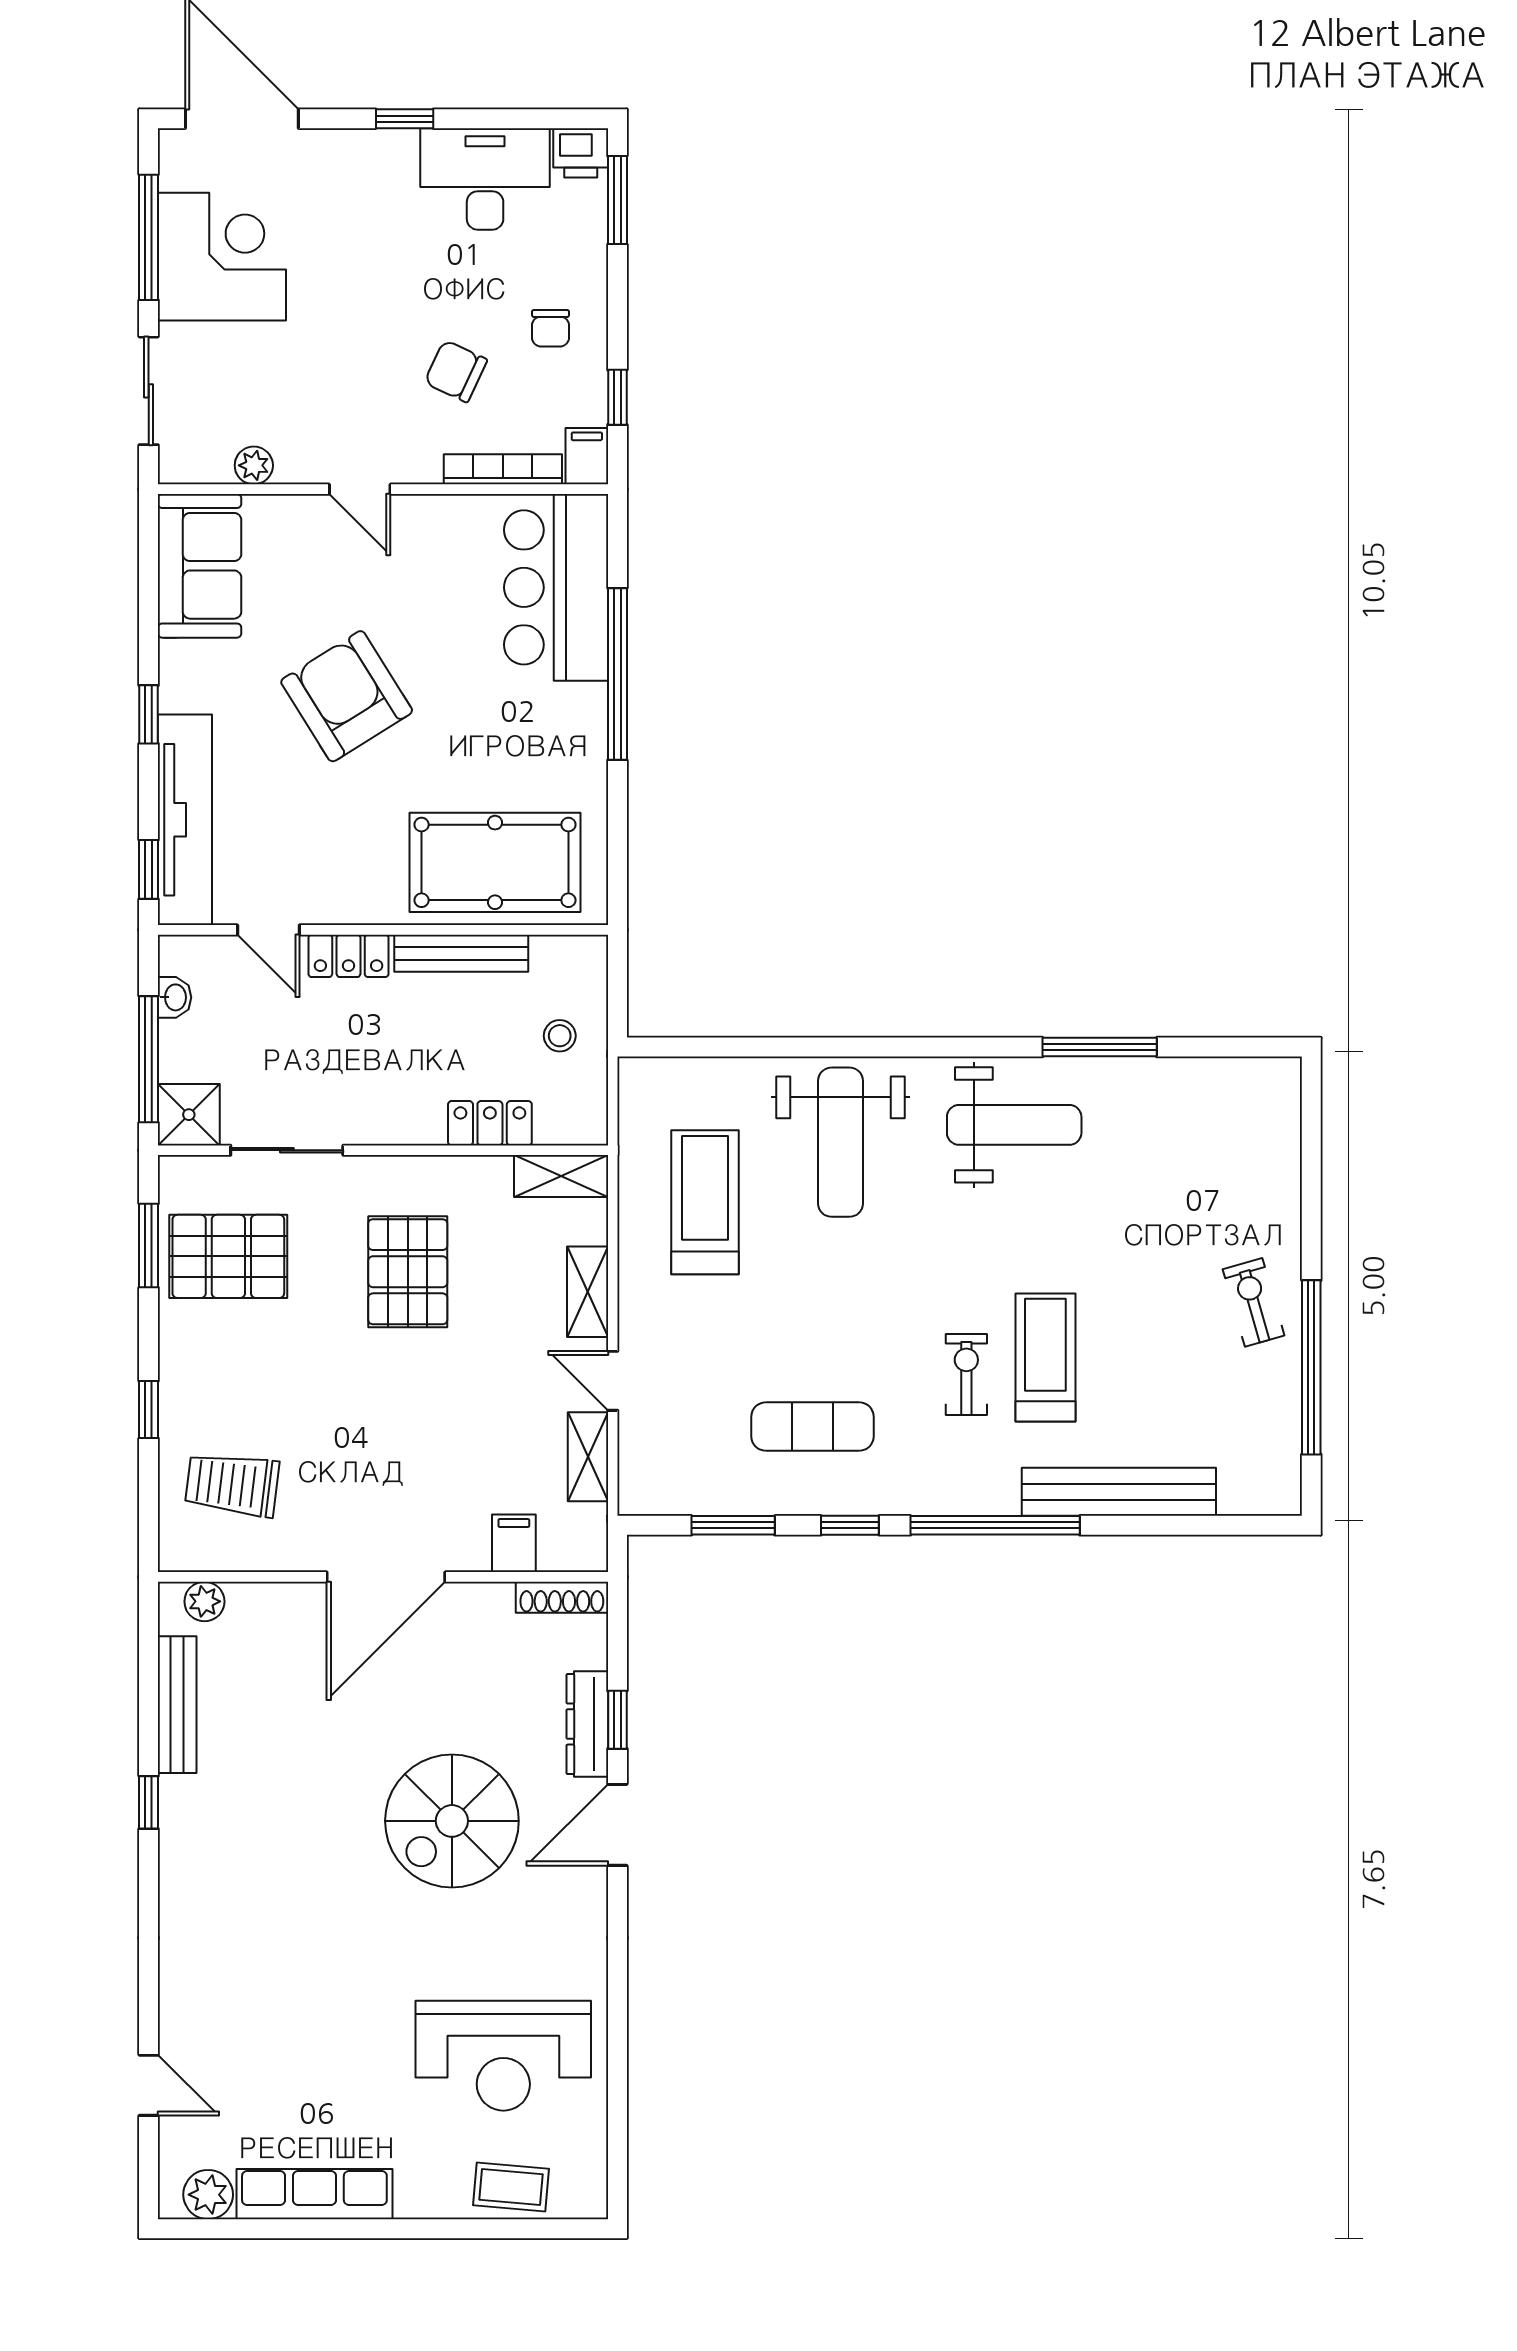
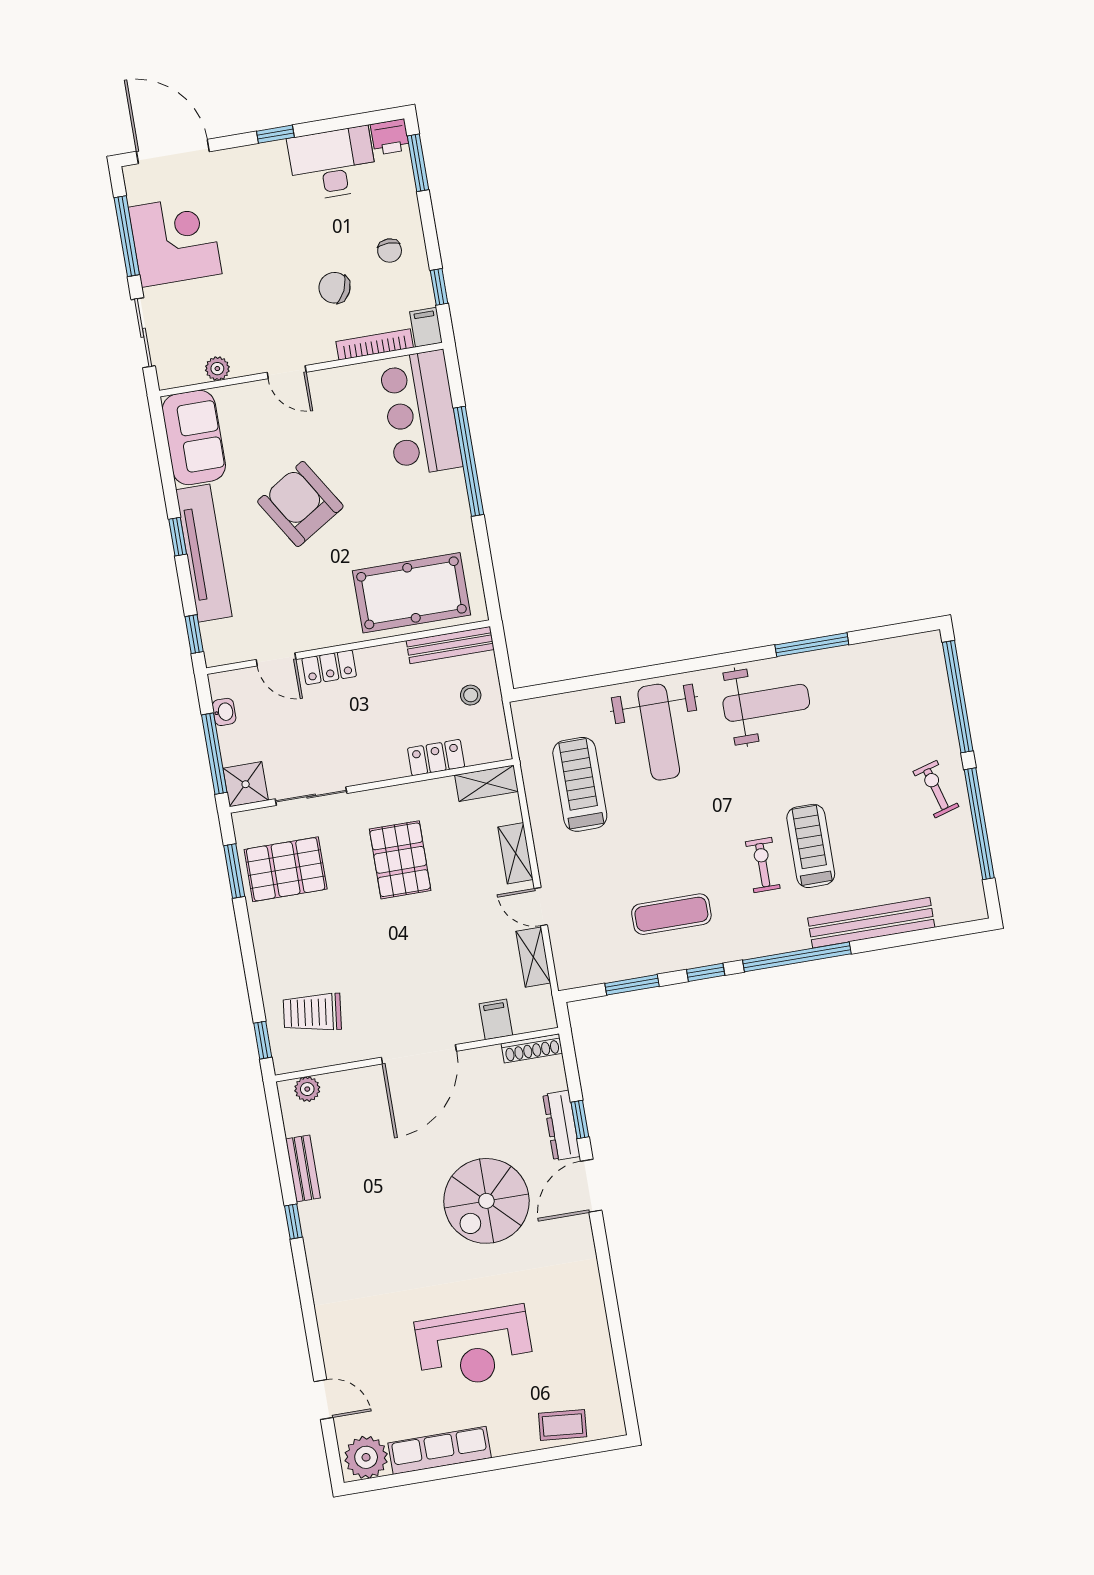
tv unit: (185, 820) -> (204, 553), moved
bench: (461, 953) -> (450, 645), moved
window: (1311, 1165) -> (958, 697), added
window: (149, 1410) -> (263, 1040), moved
bench: (177, 1705) -> (303, 1168), width x0.73
reception desk: (503, 2056) -> (475, 1347), moved
plant: (208, 2195) -> (366, 1457), width x1.36, depth x1.36

